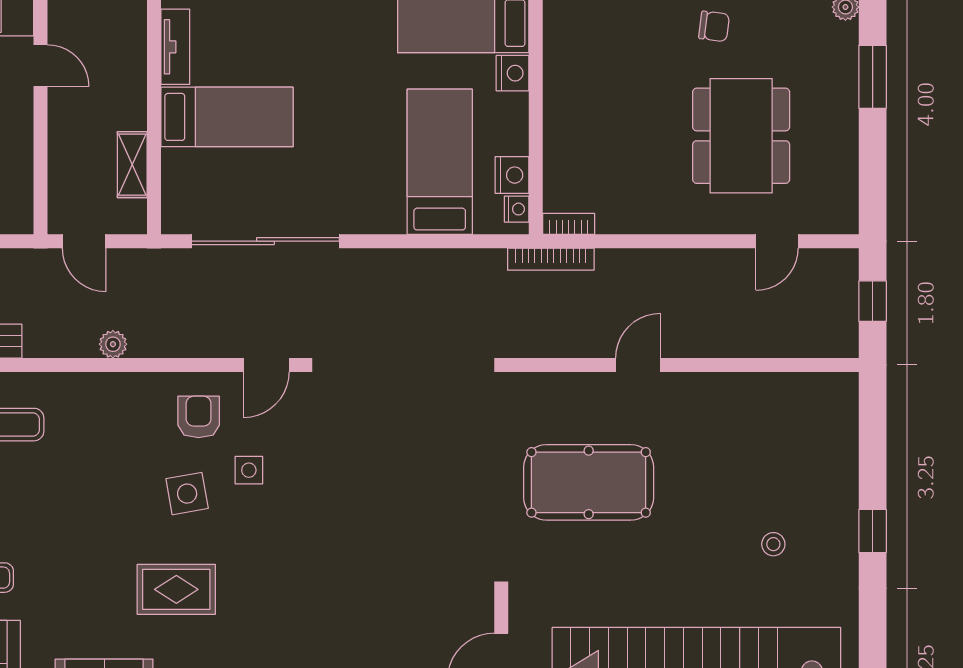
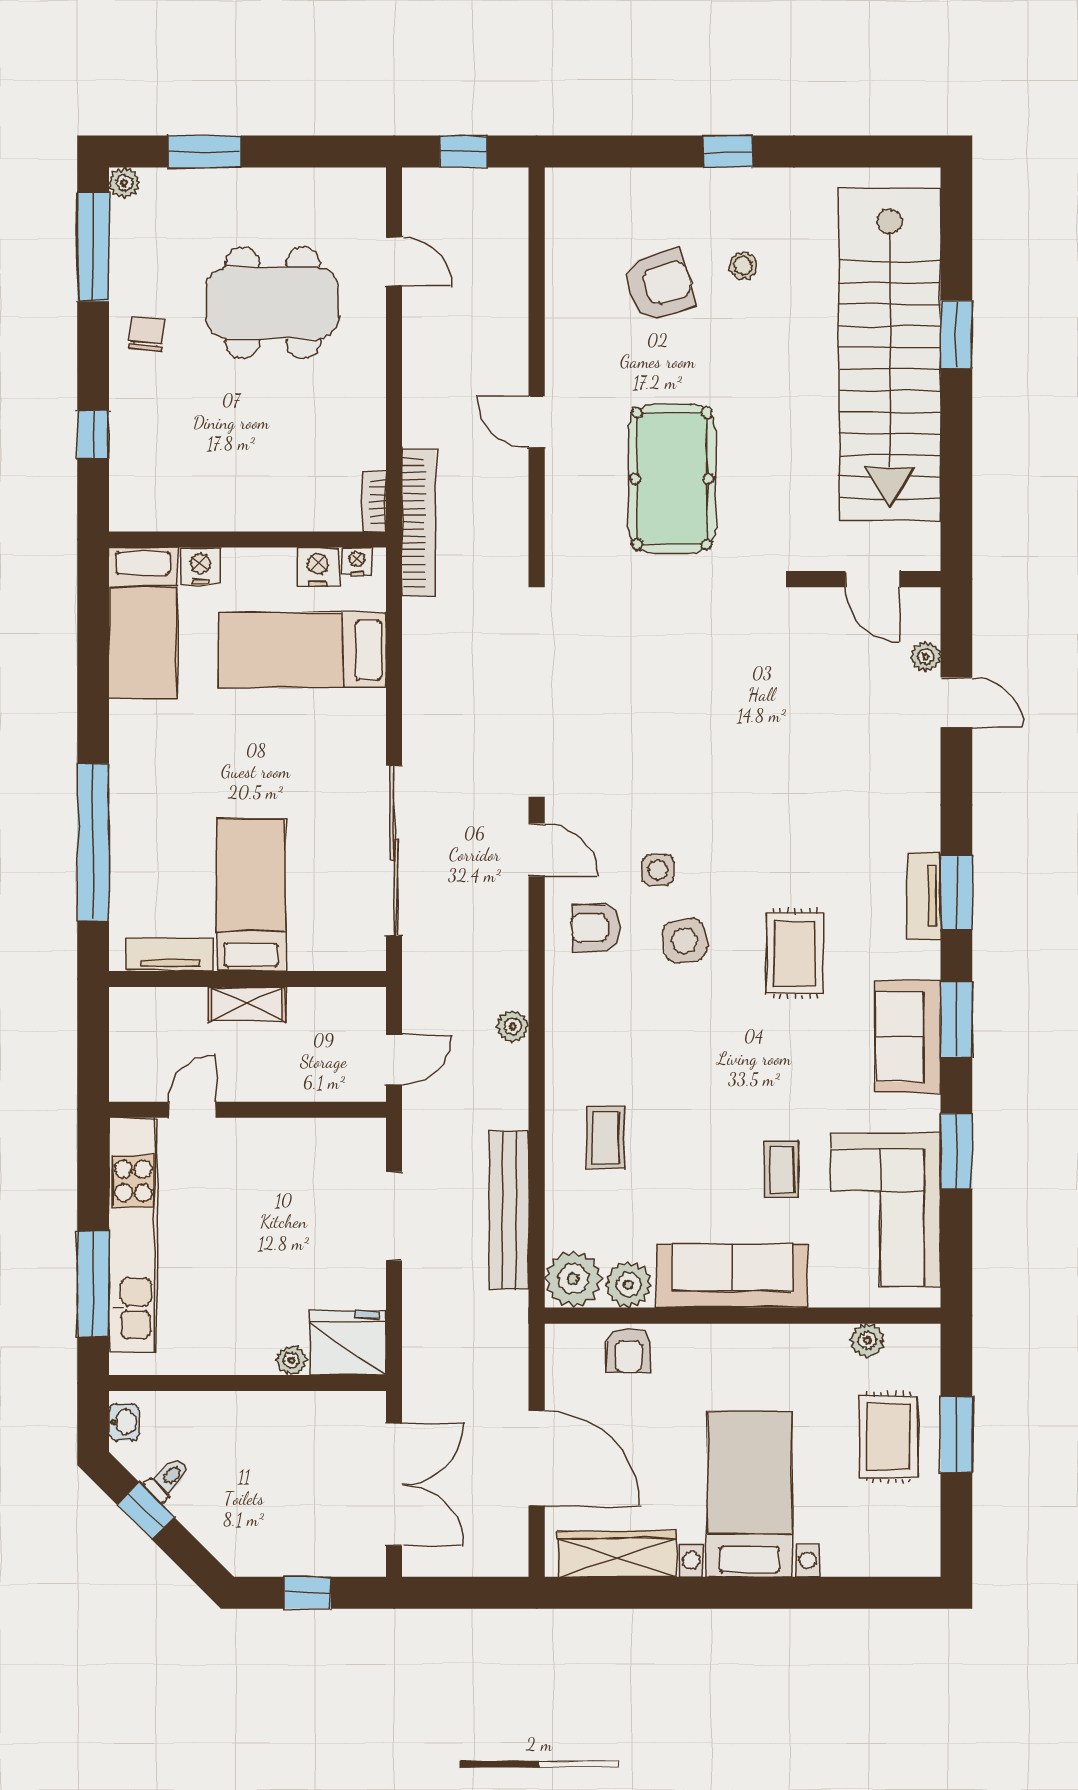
shelving: (132, 165) -> (247, 1004), moved
bookcase: (551, 259) -> (419, 522), width x1.48, depth x1.31
armchair: (756, 471) -> (659, 285), added

